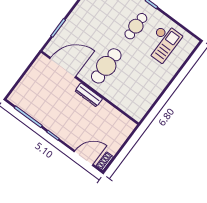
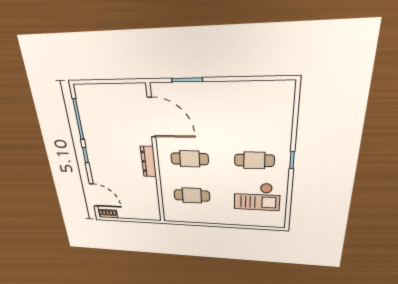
cafe table: (106, 66) -> (190, 159), width x0.73, depth x0.74
cafe table: (133, 86) -> (192, 195), added

